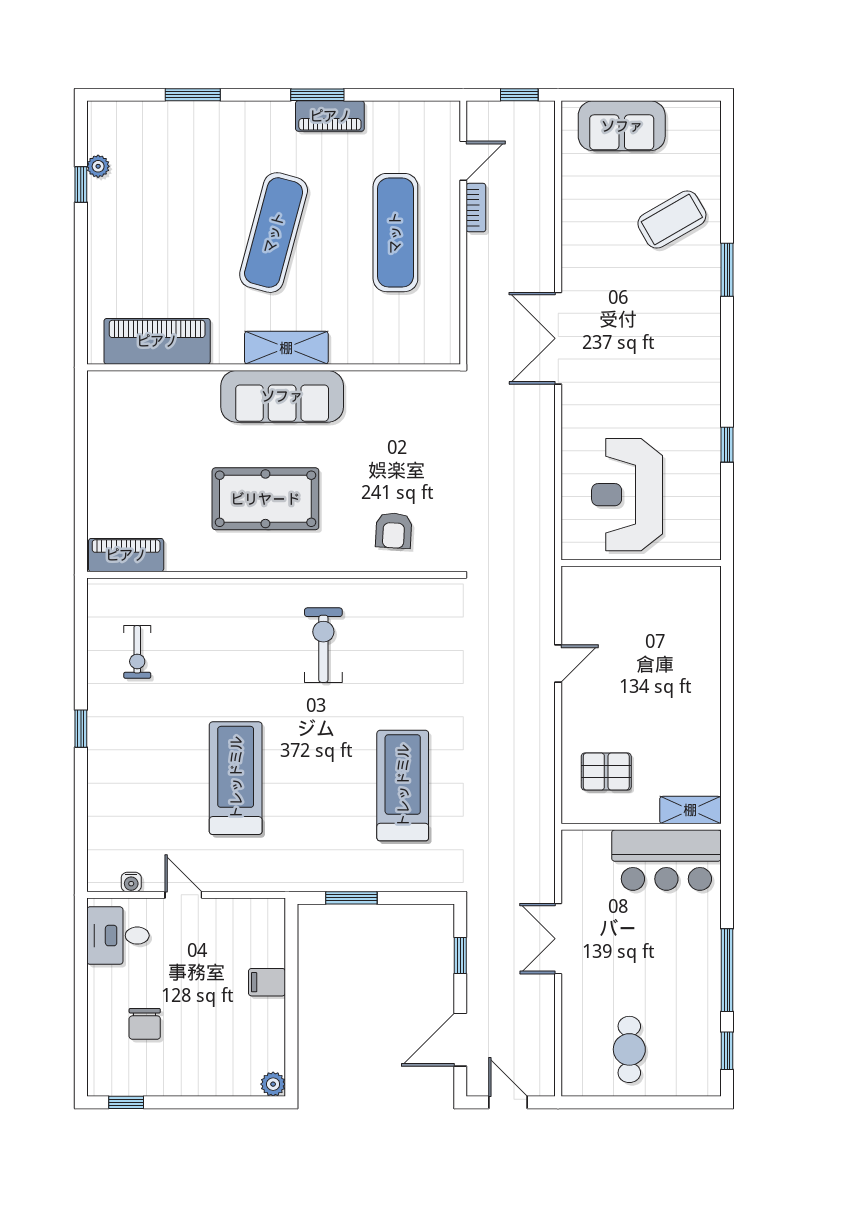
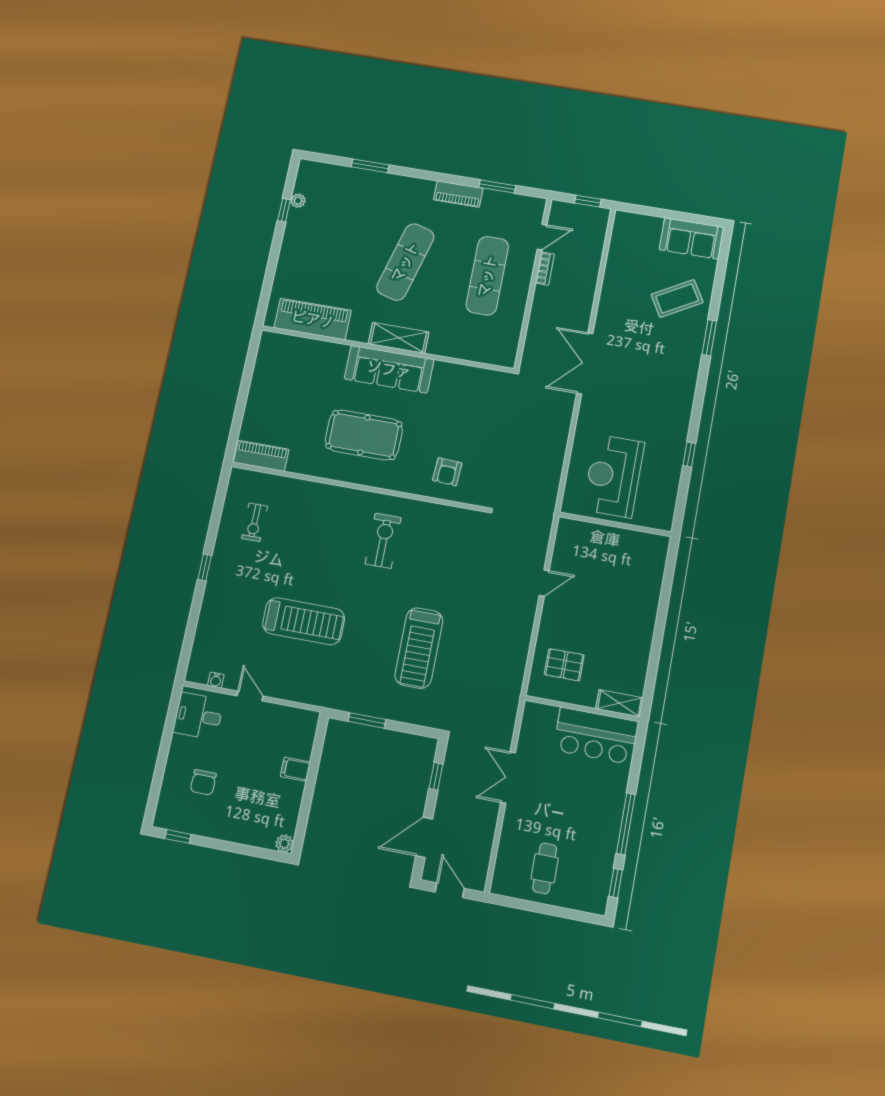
window: (317, 95) -> (497, 186), moved
sofa: (622, 126) -> (692, 238), moved
treadmill: (236, 778) -> (304, 621), turned 90
treadmill: (403, 786) -> (419, 648), turned 180

